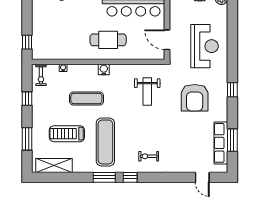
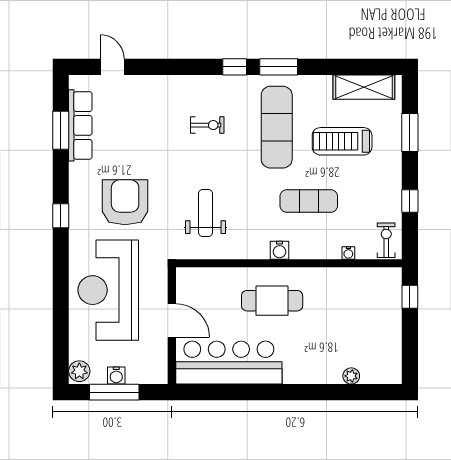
door: (167, 40) -> (172, 321), moved
reception desk: (204, 46) -> (108, 290), width x1.36, depth x1.30
treadmill: (67, 134) -> (342, 141), turned 180
exercise bike: (149, 156) -> (207, 125), moved

